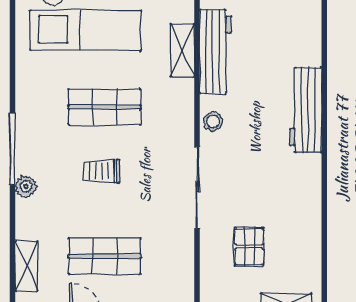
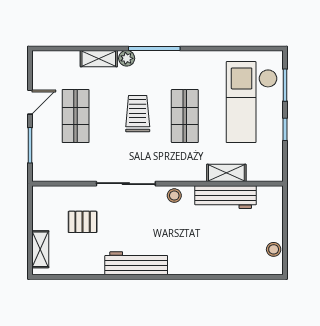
workbench: (306, 110) -> (136, 263), moved
trolley: (101, 171) -> (138, 114), width x1.36, depth x1.39
shelving: (26, 266) -> (99, 59), moved

